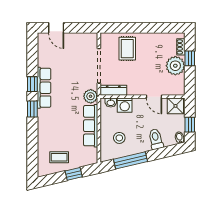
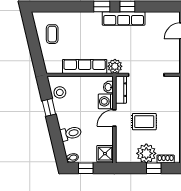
rug: (127, 49) -> (144, 122), moved
door: (154, 97) -> (114, 118), moved
stool: (119, 138) -> (60, 92), moved
window: (131, 160) -> (49, 107), width x0.46
window: (74, 174) -> (35, 49), removed

